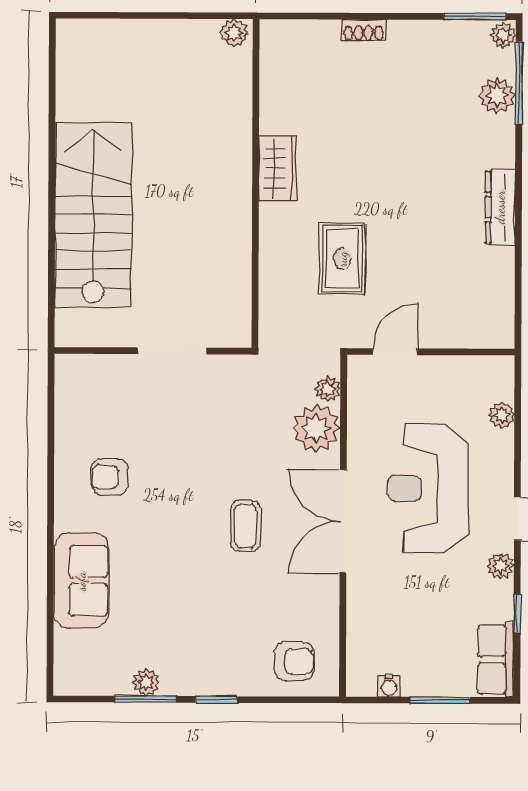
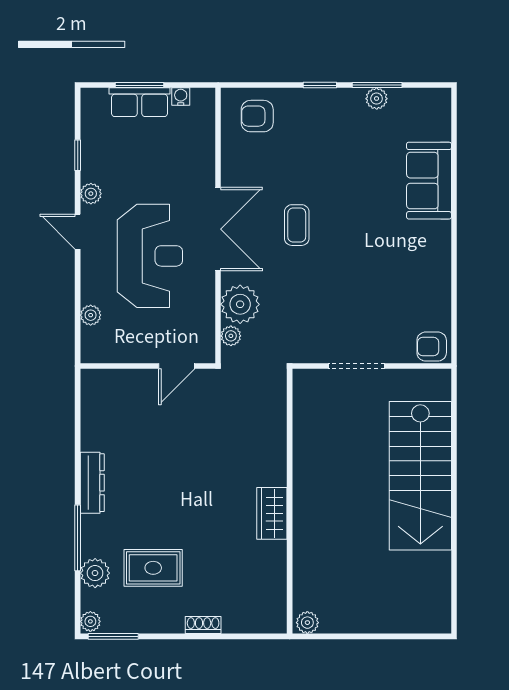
window: (519, 83) -> (78, 538), moved
rug: (342, 259) -> (153, 568), moved, turned 90
armchair: (110, 477) -> (432, 347), moved, turned 180
row of seats: (496, 660) -> (139, 102), moved, turned 90

